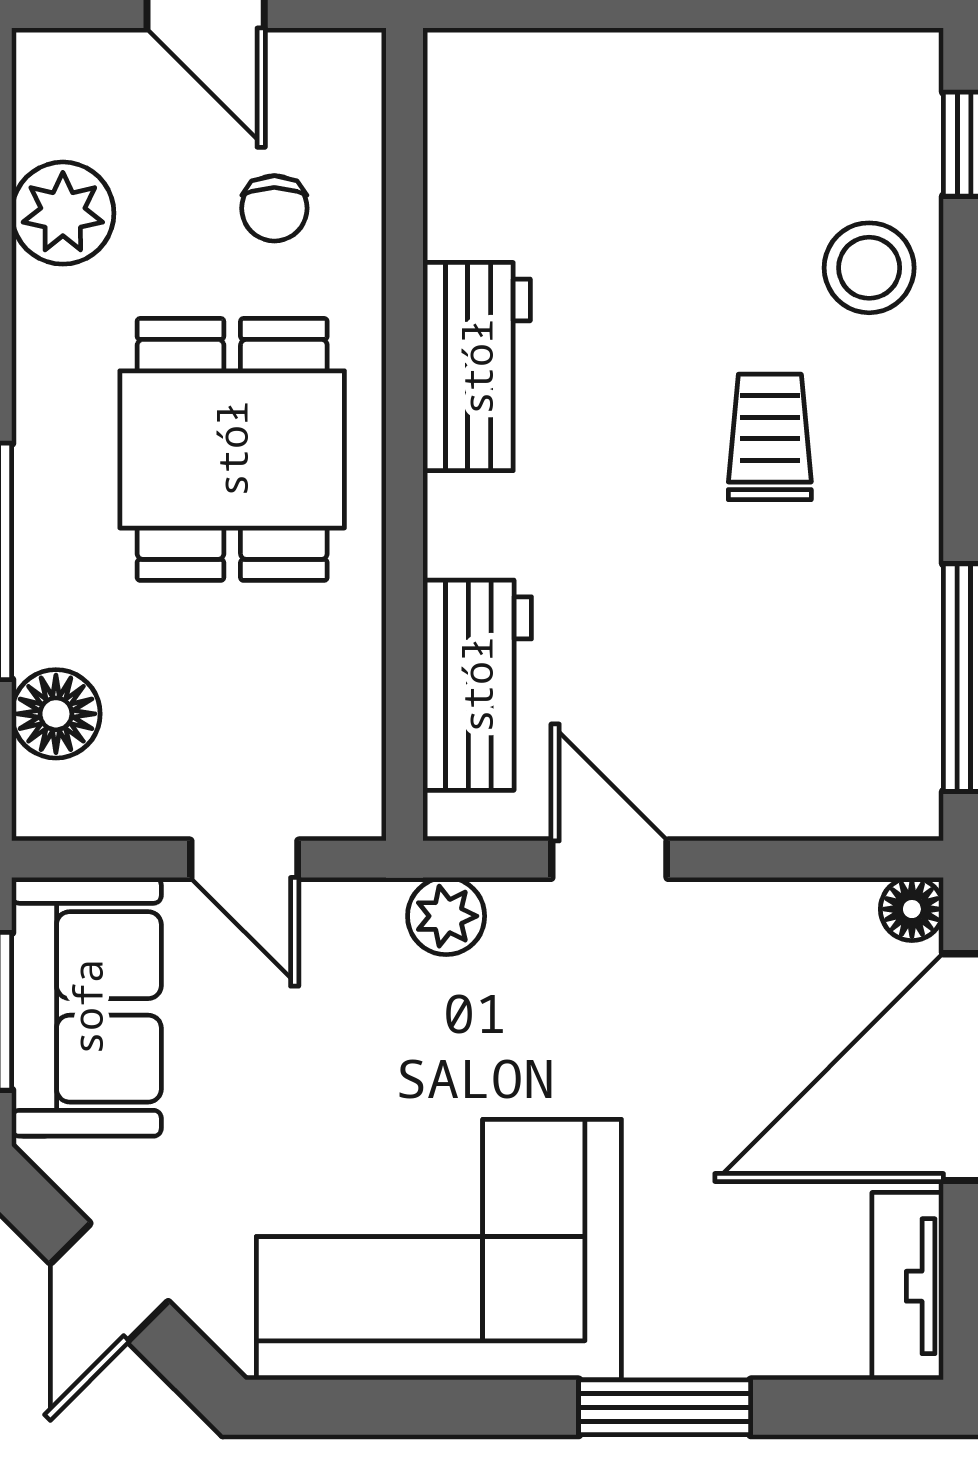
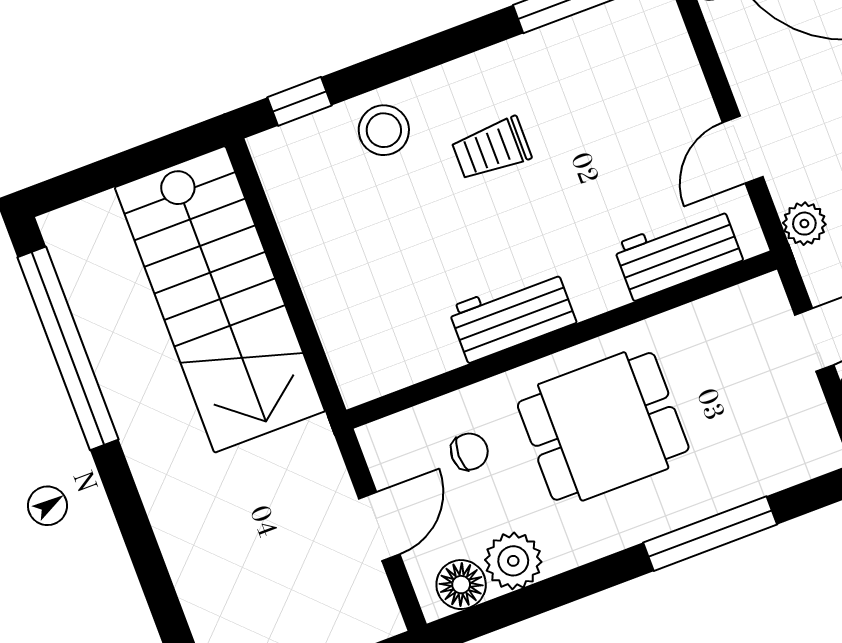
floor lamp: (56, 714) -> (461, 585), moved

